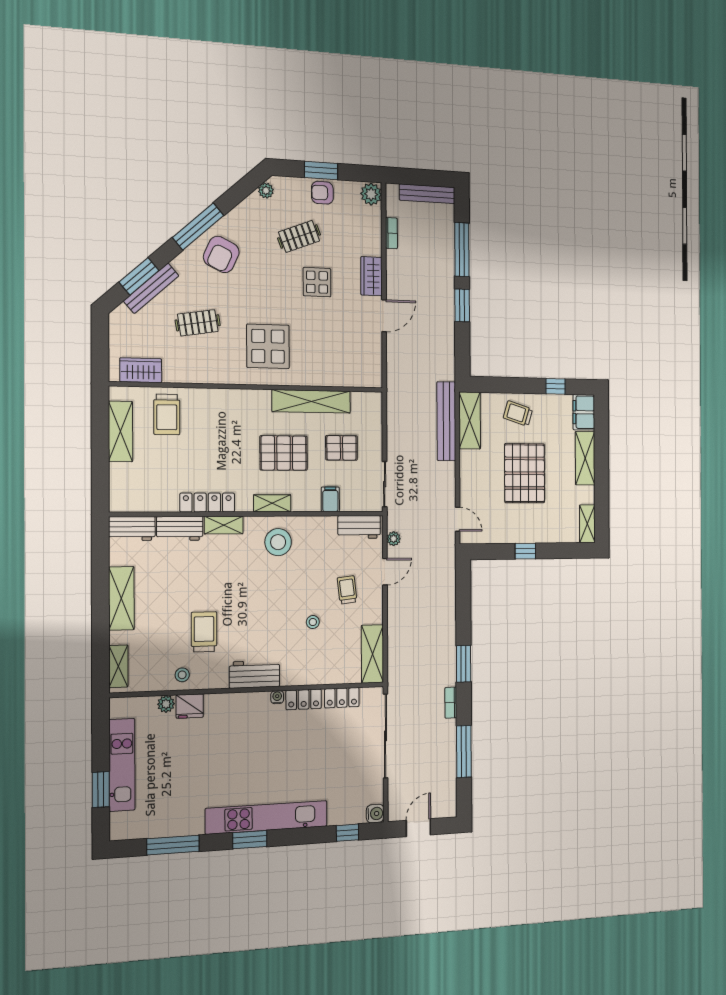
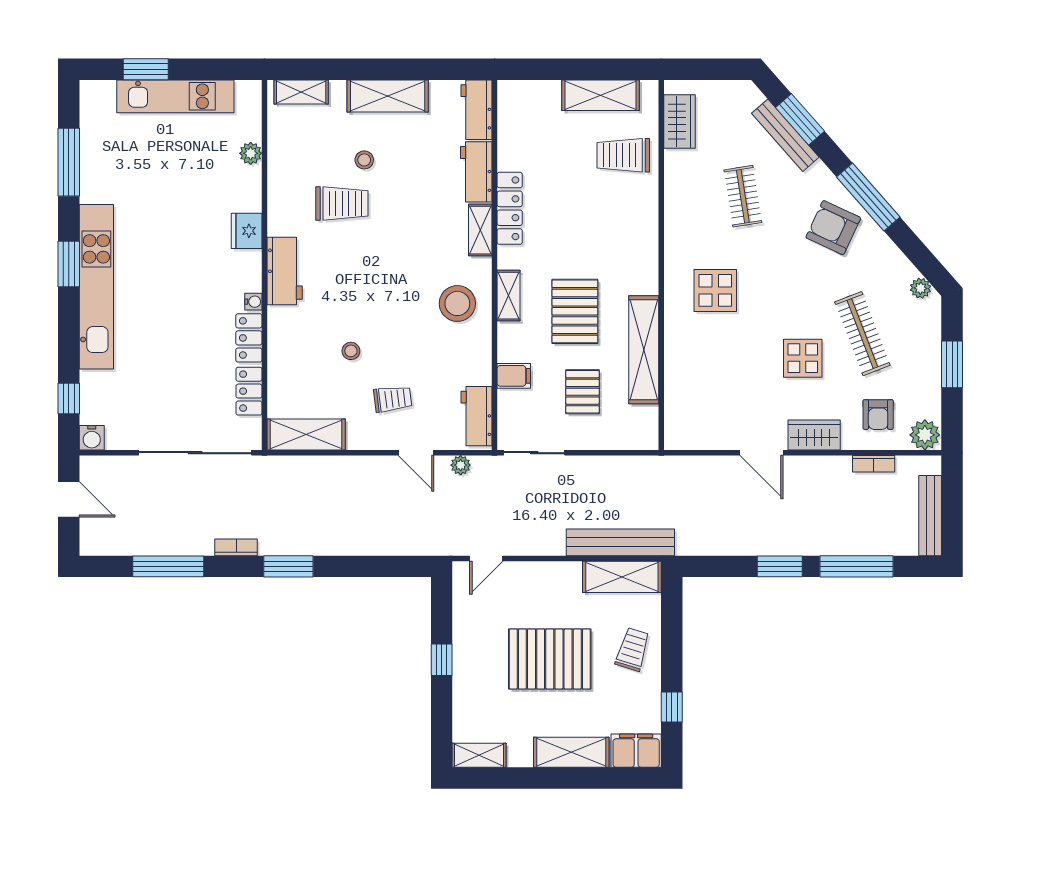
armchair: (322, 193) -> (878, 415), moved, turned 180
clothes rail: (299, 236) -> (862, 334), width x1.36
display table: (268, 346) -> (715, 290), width x0.73, depth x0.73
stool: (182, 675) -> (364, 160), moved
fridge: (190, 706) -> (247, 231), moved

